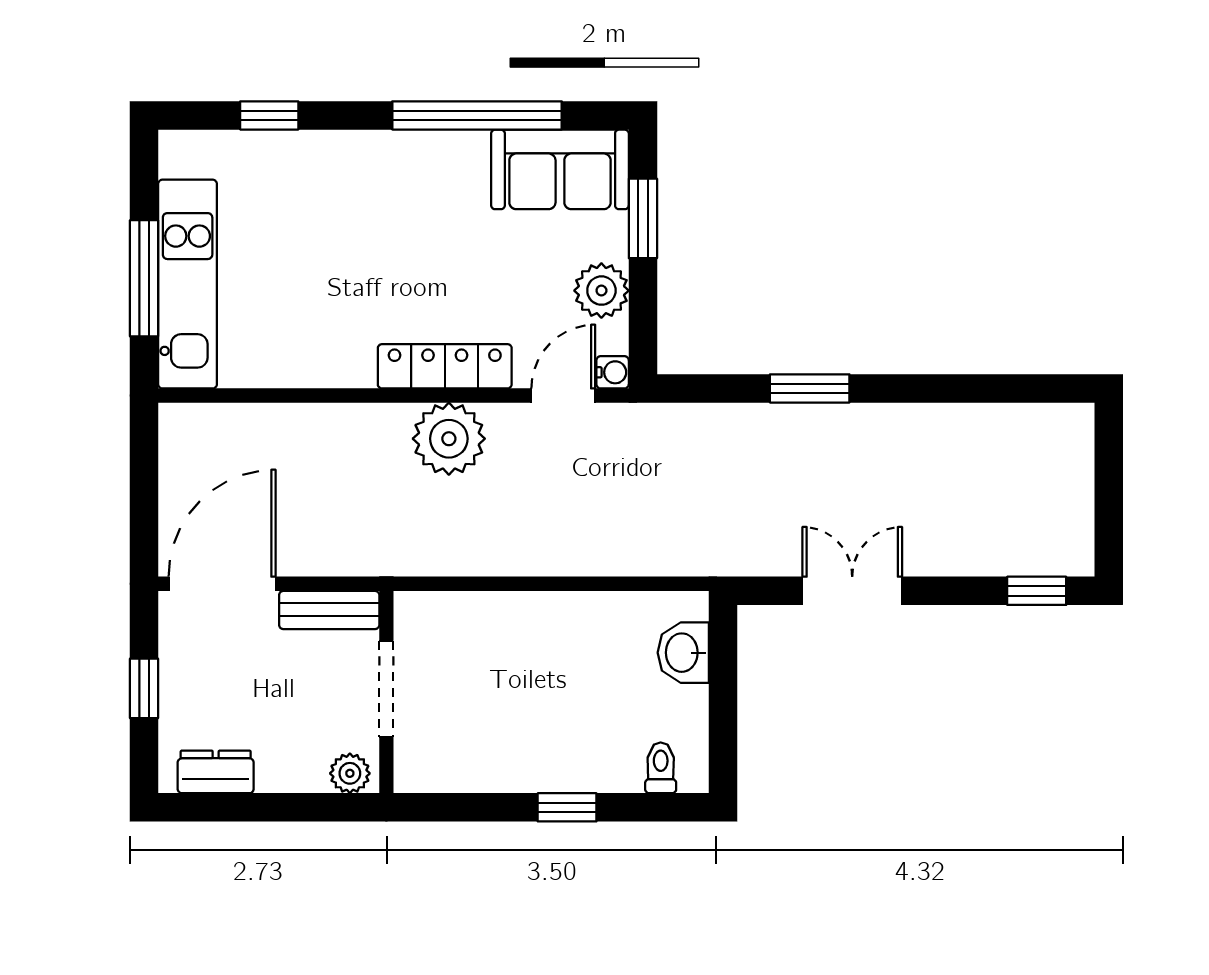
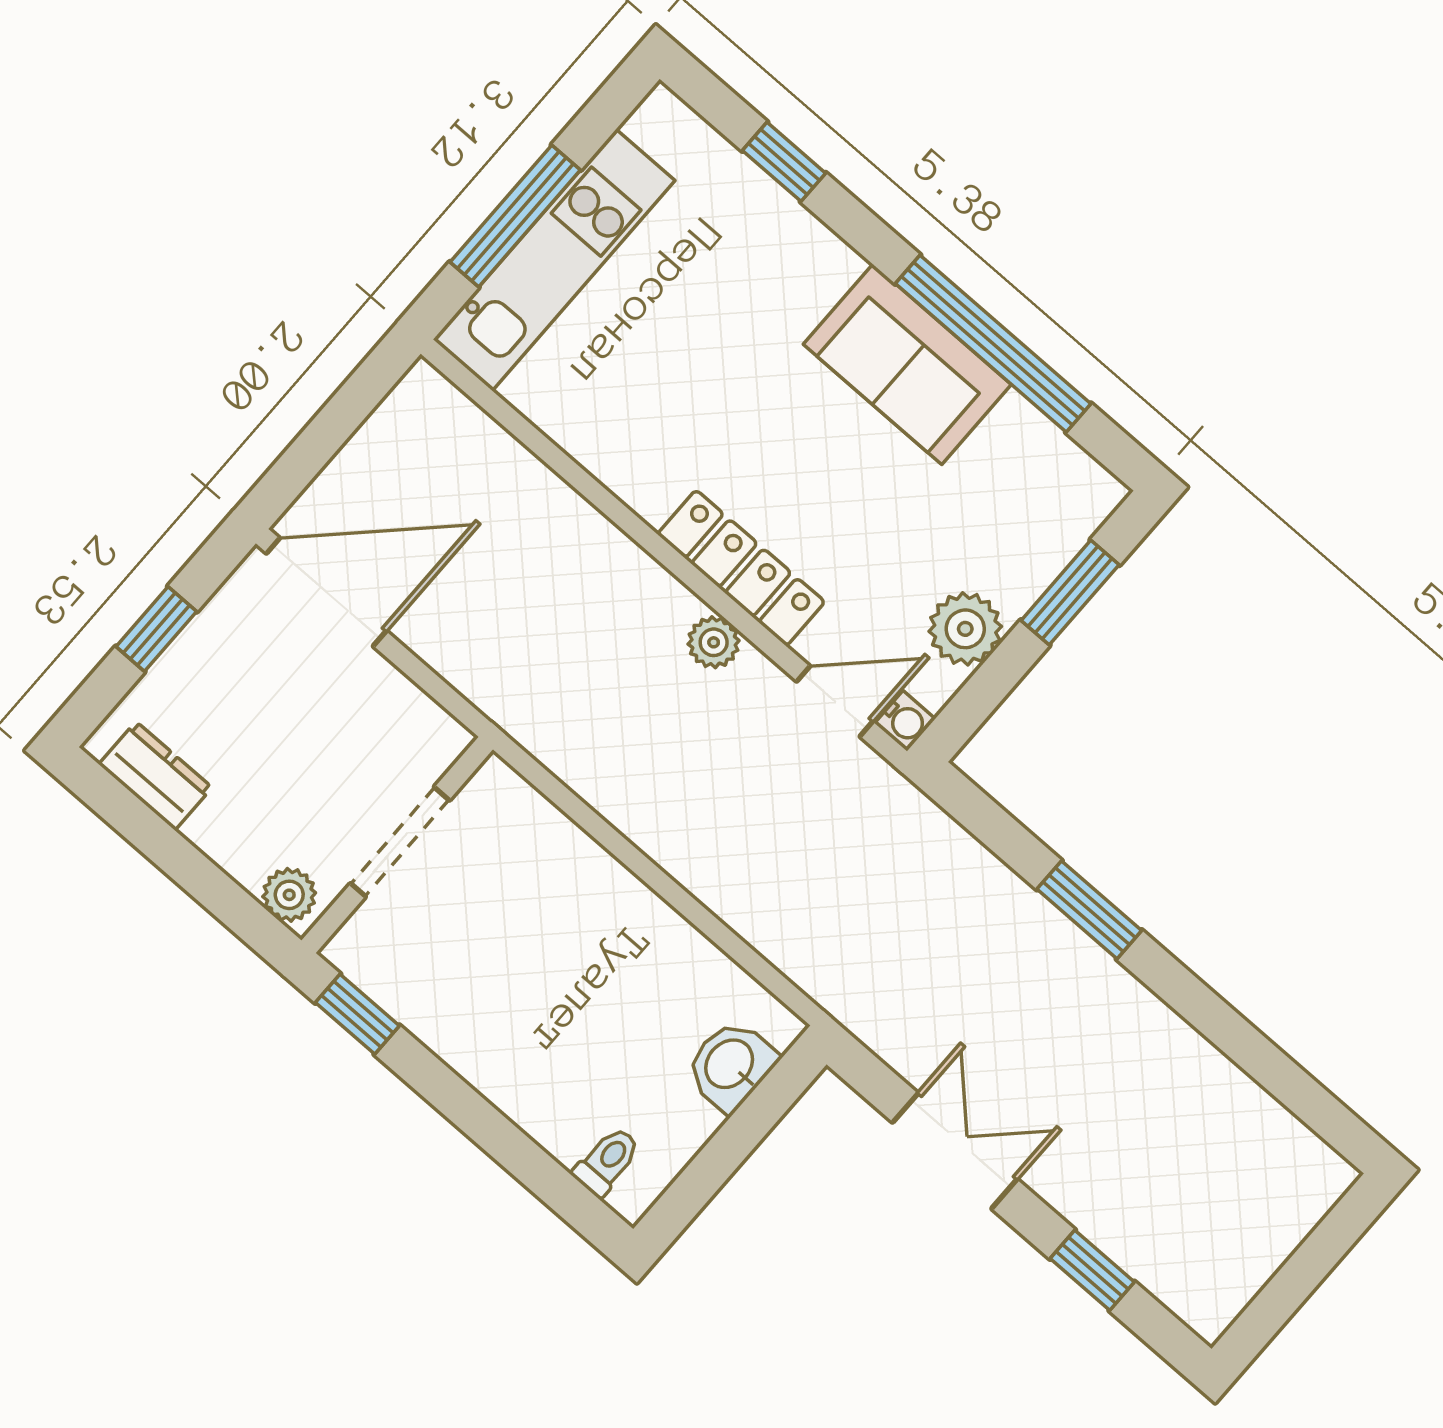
sofa: (560, 169) -> (907, 364), moved
plant: (449, 439) -> (714, 642), width x0.53, depth x0.53
window: (1037, 591) -> (1092, 1270), moved
bench: (329, 610) -> (411, 712), removed
window: (567, 807) -> (357, 1014), moved

